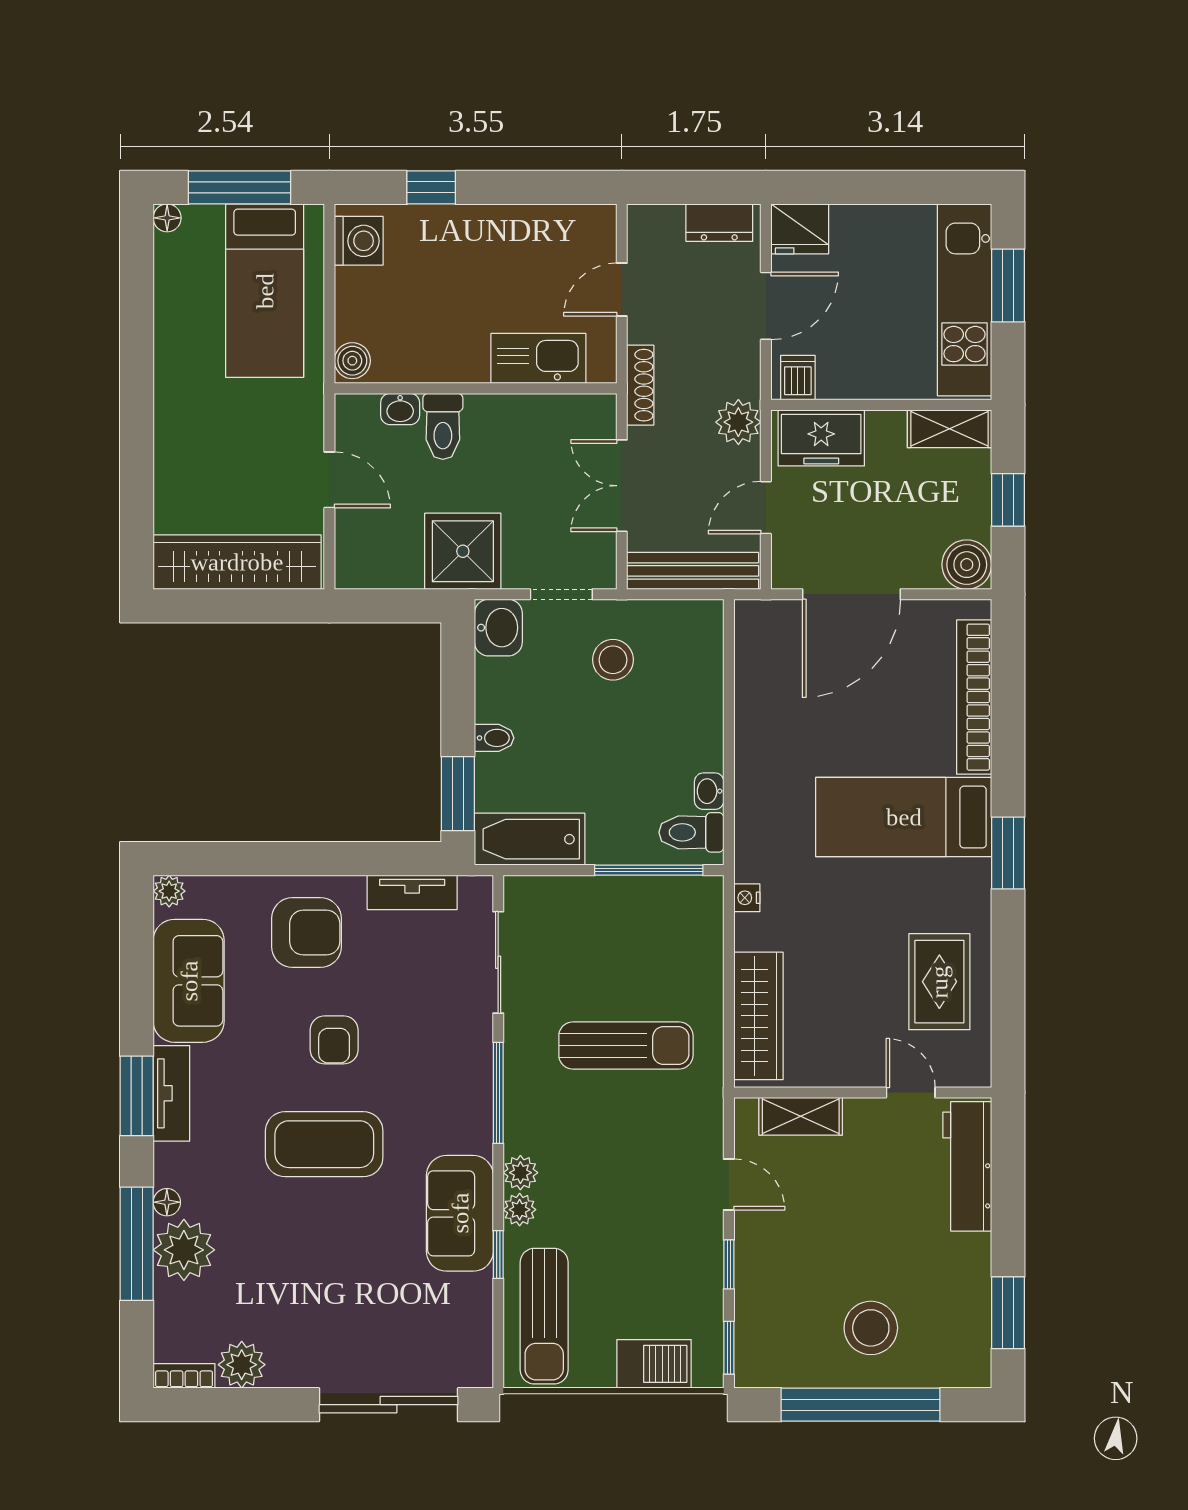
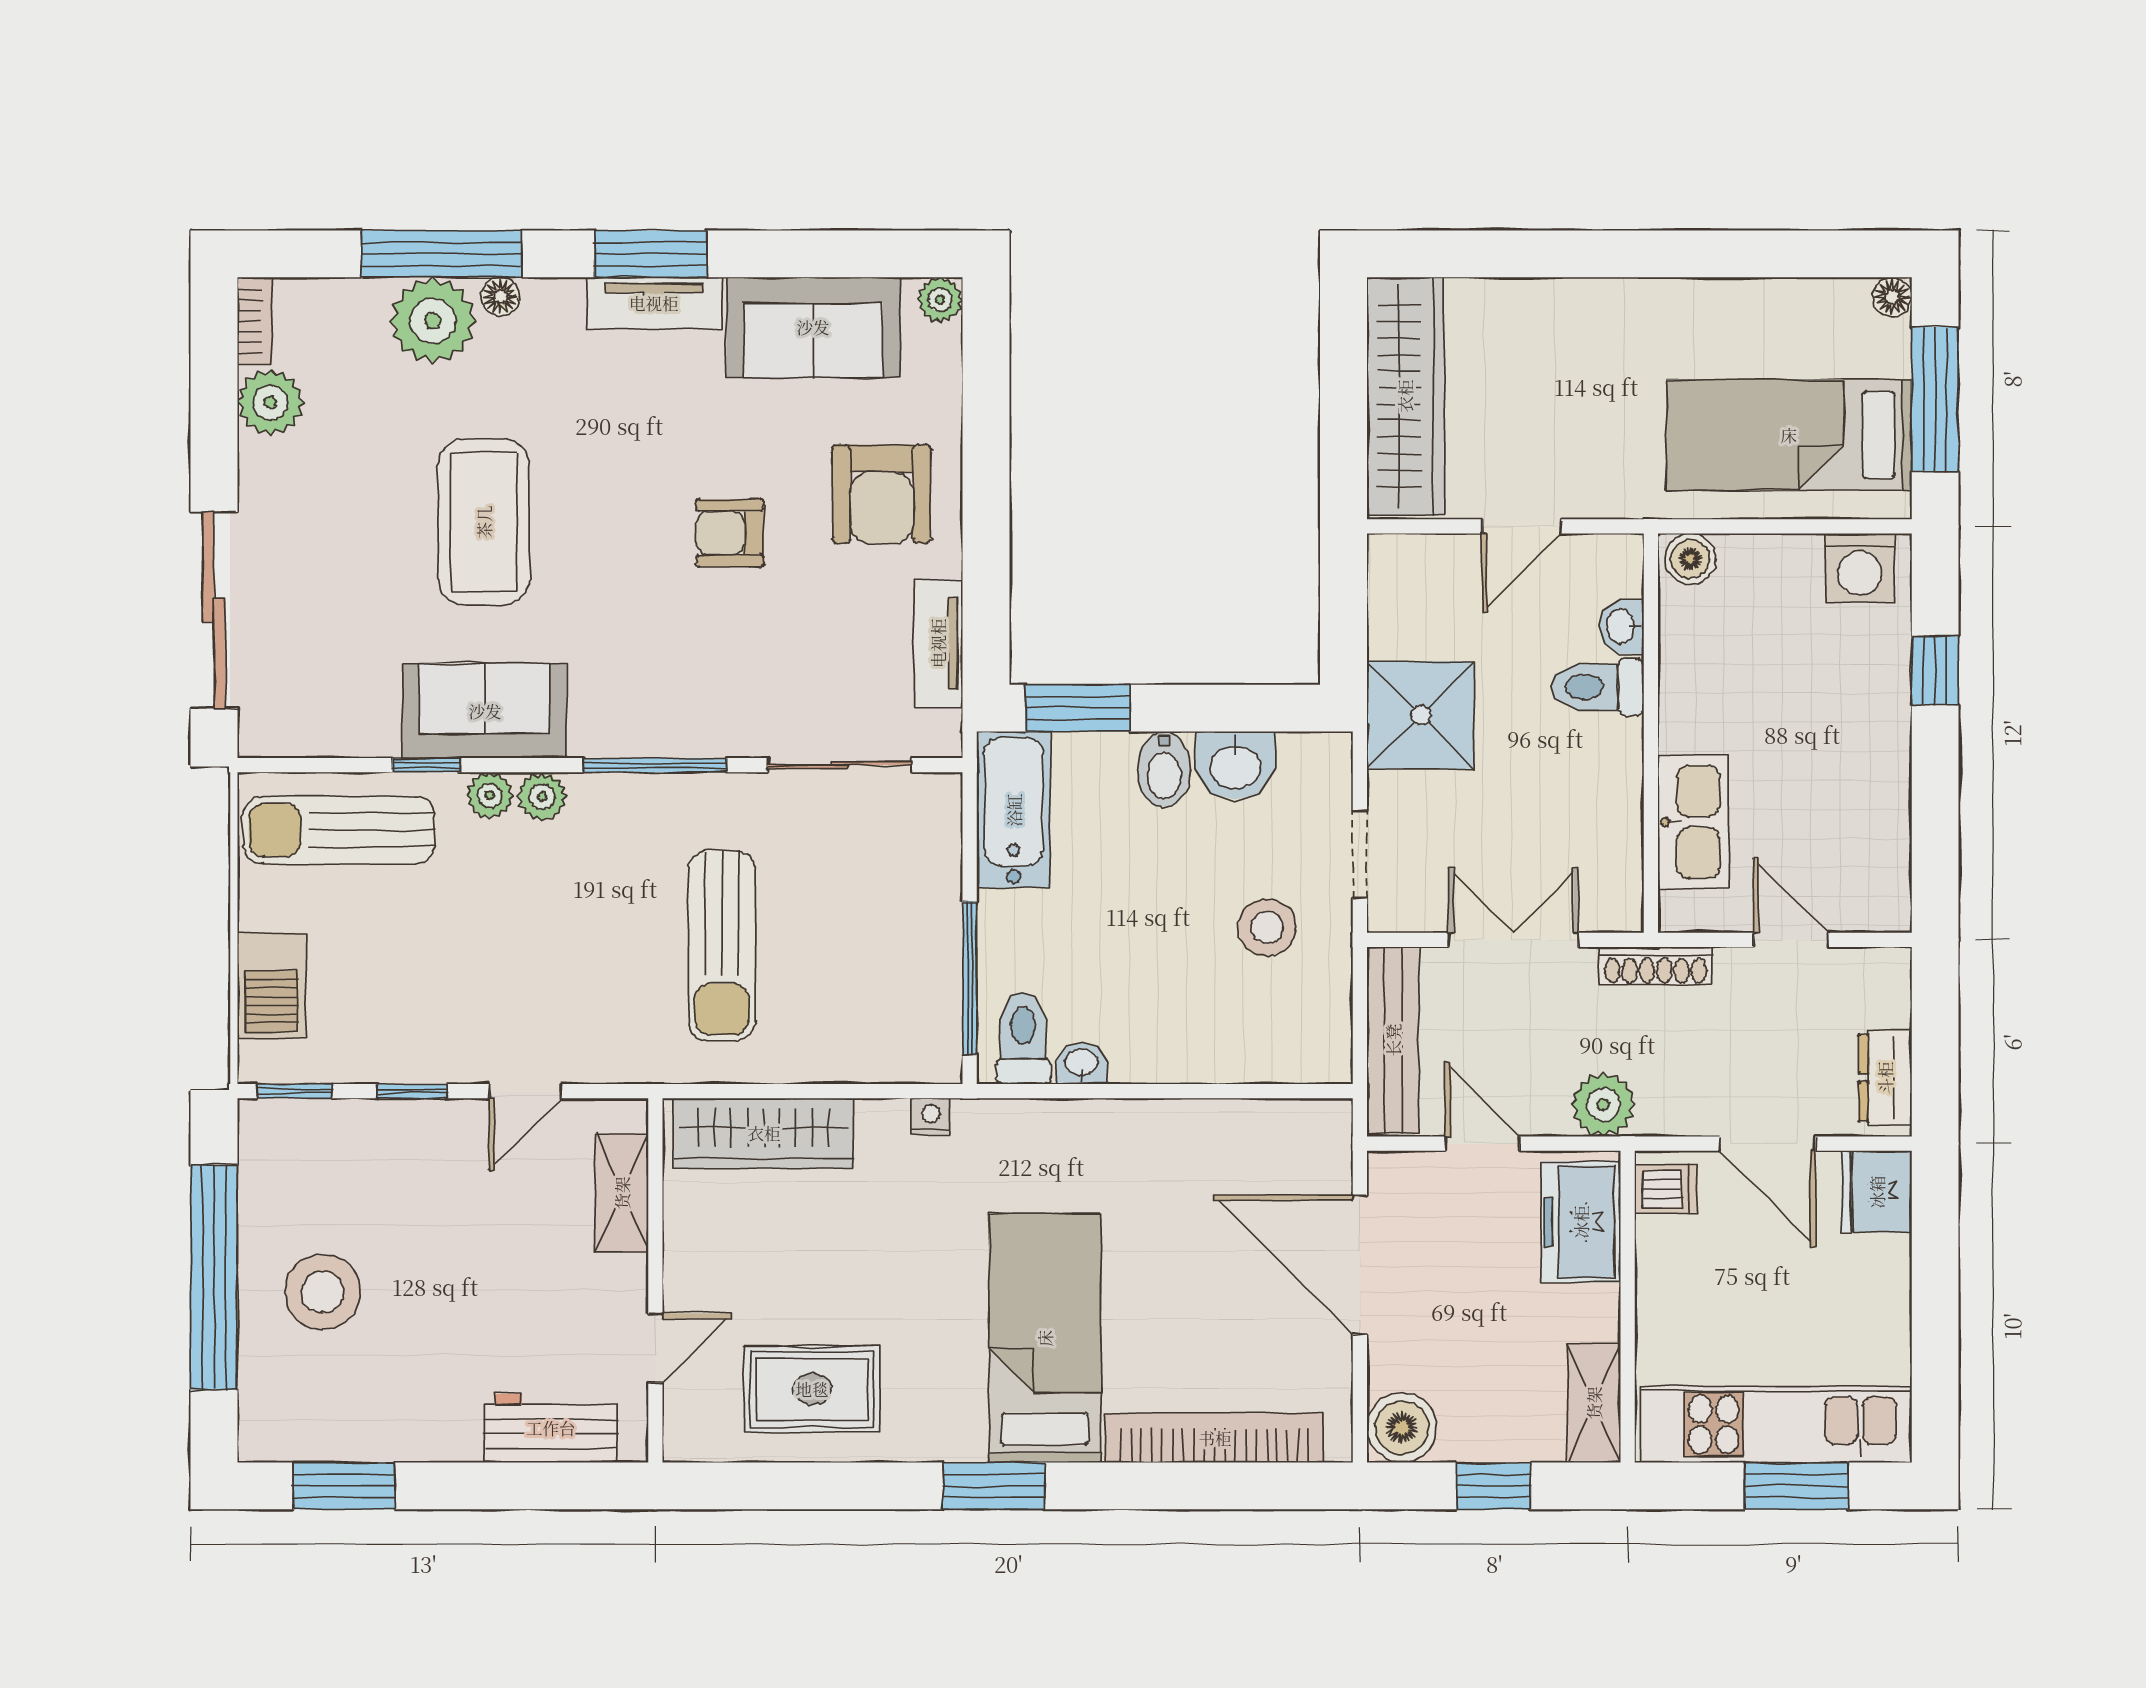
washbasin: (498, 628) -> (1235, 765), moved
bidet: (494, 738) -> (1164, 770), width x1.38, depth x1.36
coffee table: (324, 1144) -> (484, 522), moved
workbench: (967, 1166) -> (551, 1428), width x0.73

